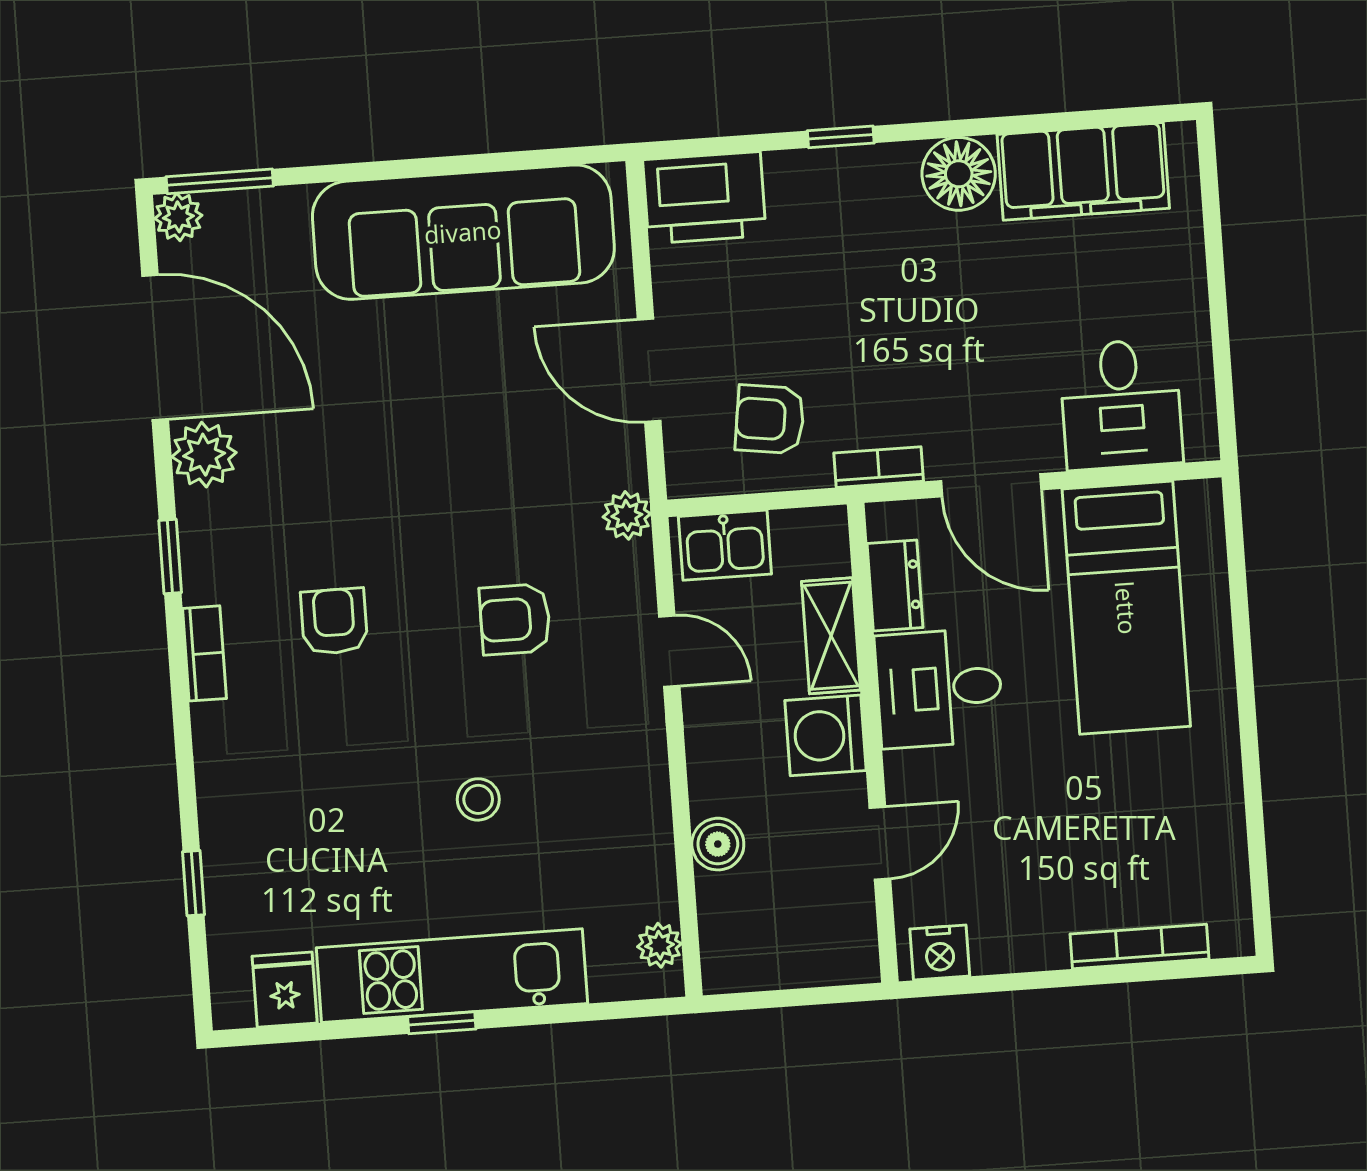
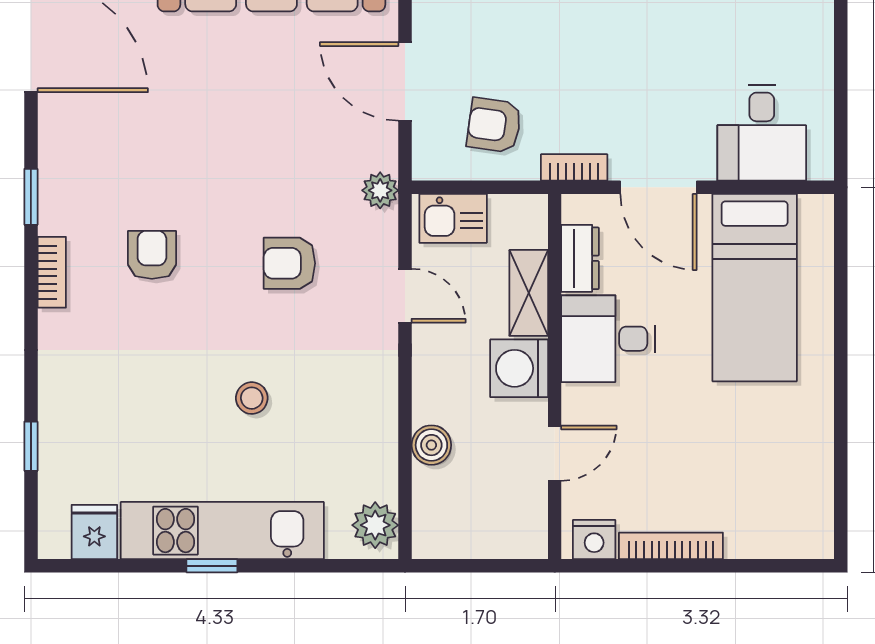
plant: (204, 455) -> (62, 121), removed
plant: (659, 945) -> (375, 525), width x1.38, depth x1.38
bookcase: (1140, 947) -> (671, 546), moved

